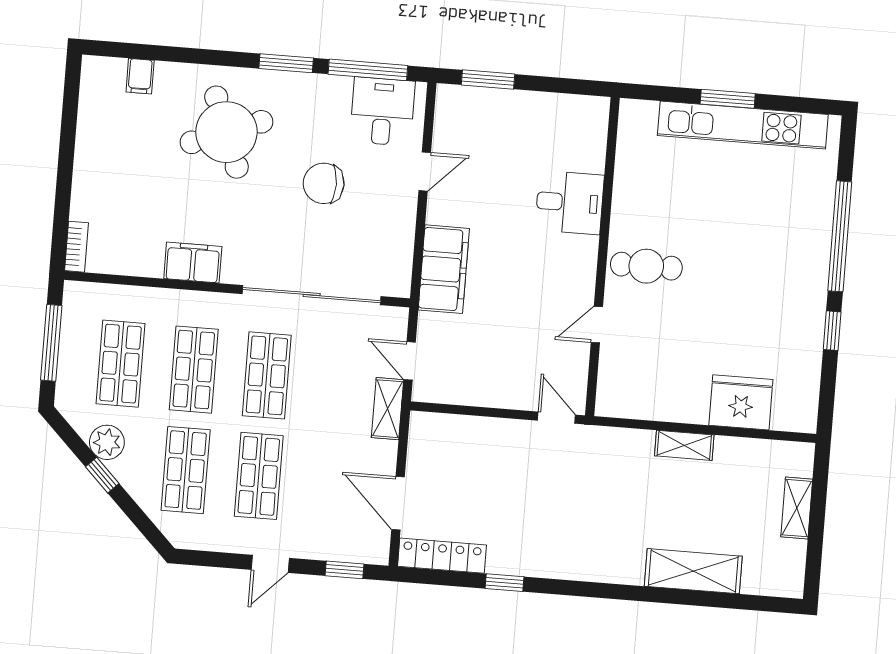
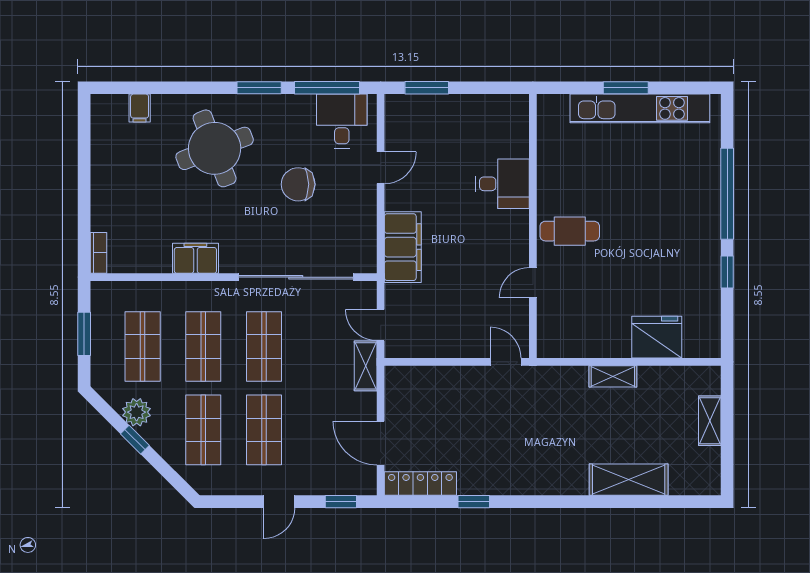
window: (51, 343) -> (84, 334), width x0.69

